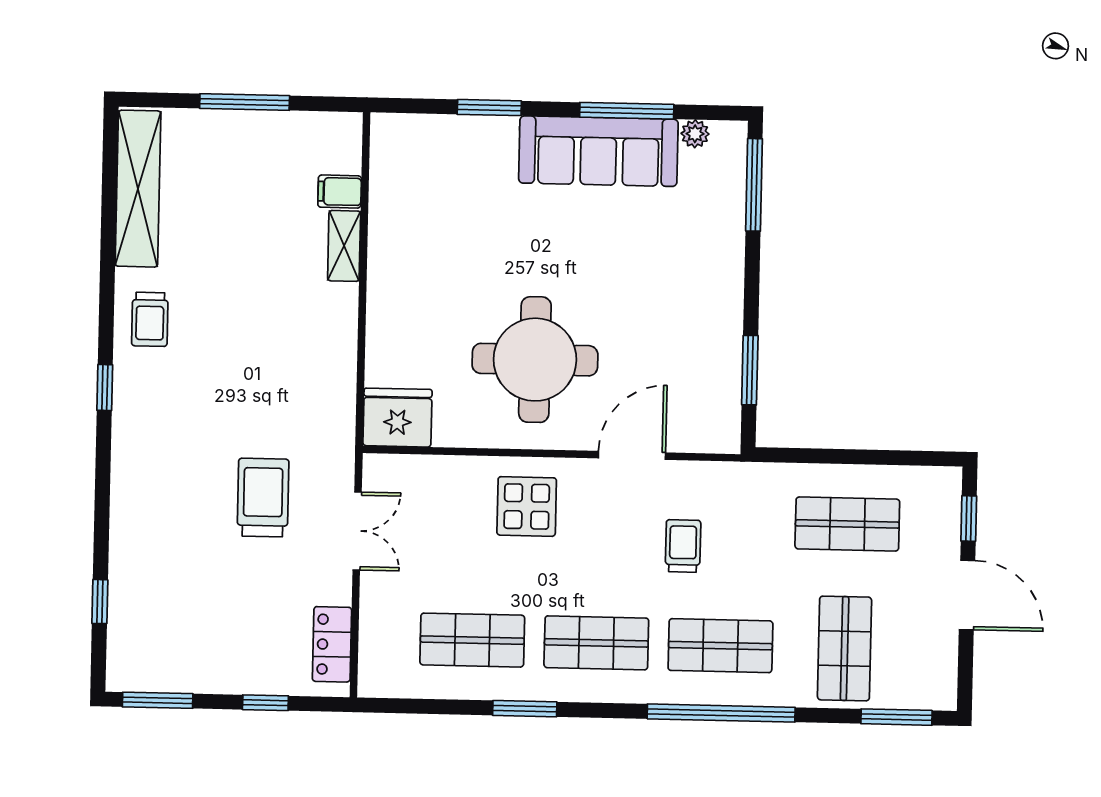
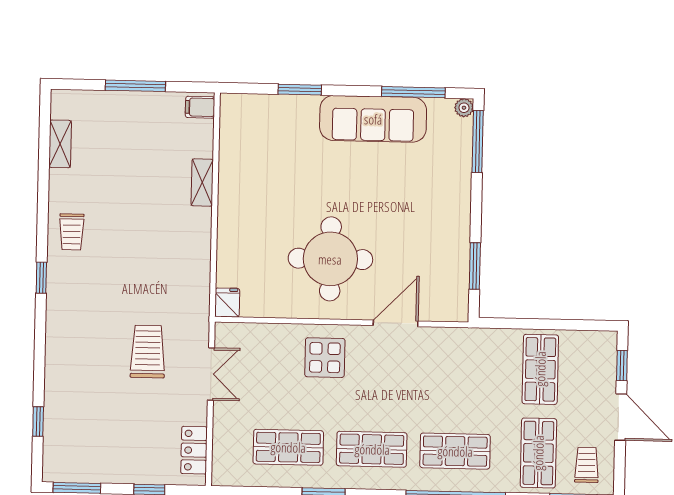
window: (627, 111) -> (413, 92), moved
plant: (695, 134) -> (464, 108), moved
shelving: (138, 189) -> (60, 144), width x0.45, depth x0.75
filing cabinet: (340, 192) -> (200, 107), moved
fridge: (397, 418) -> (227, 302), width x0.53, depth x0.75
shop shelf: (847, 524) -> (540, 369), turned 90
trolley: (683, 546) -> (587, 465), moved

